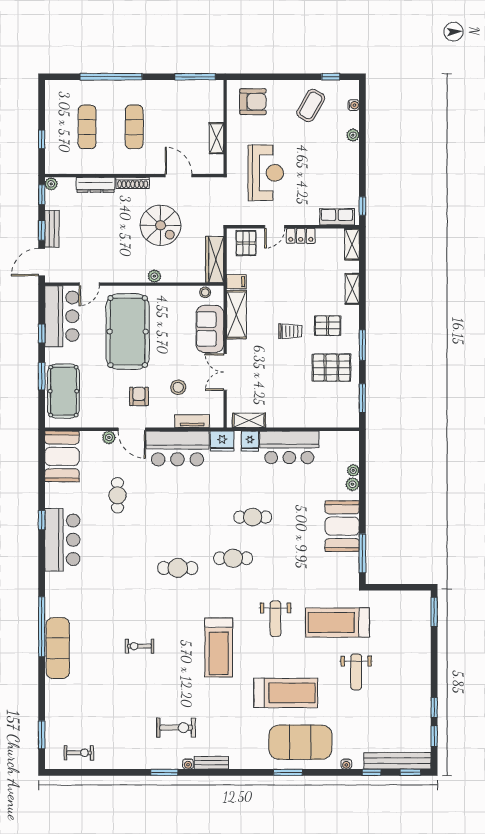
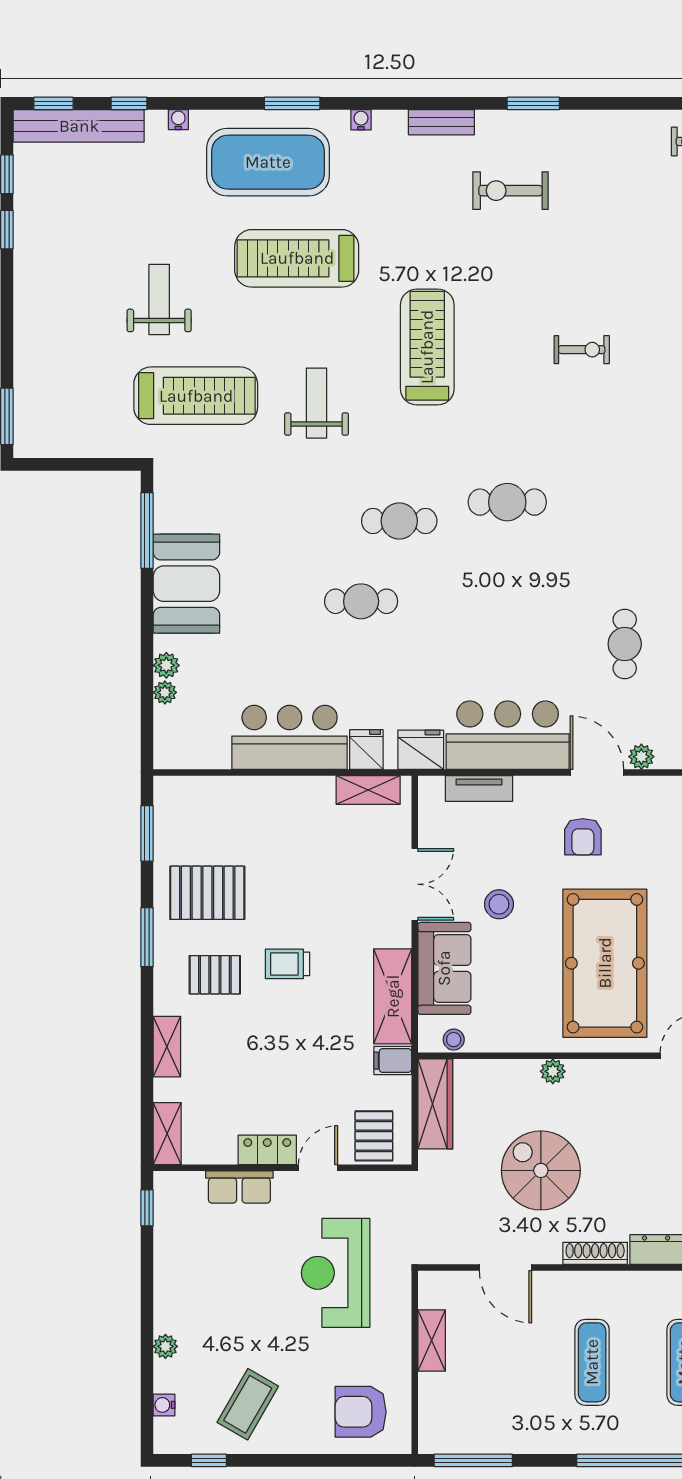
row of seats: (337, 217) -> (239, 1187), moved
stool: (178, 387) -> (499, 904), moved
water cooler: (188, 764) -> (361, 120), moved

